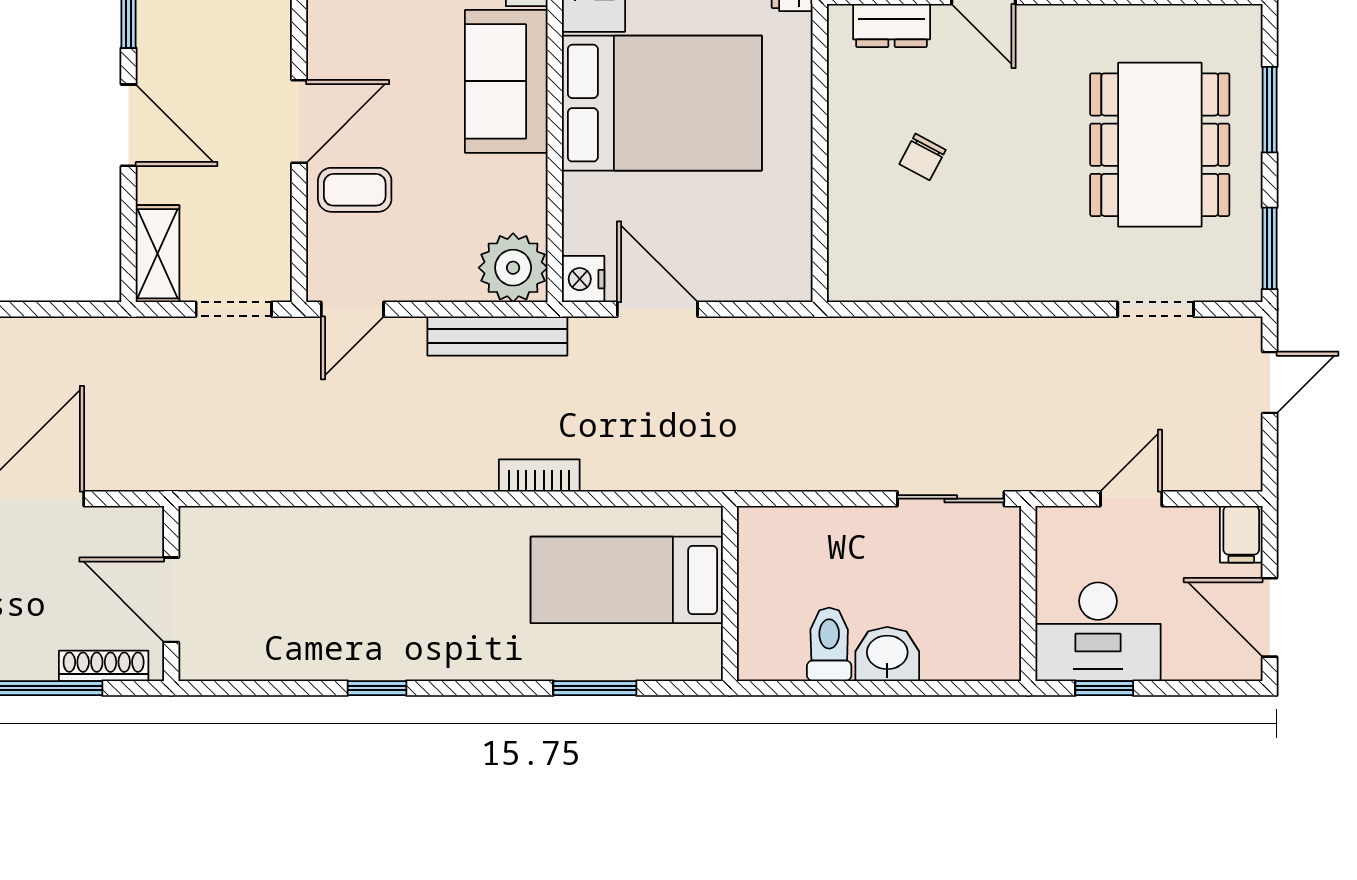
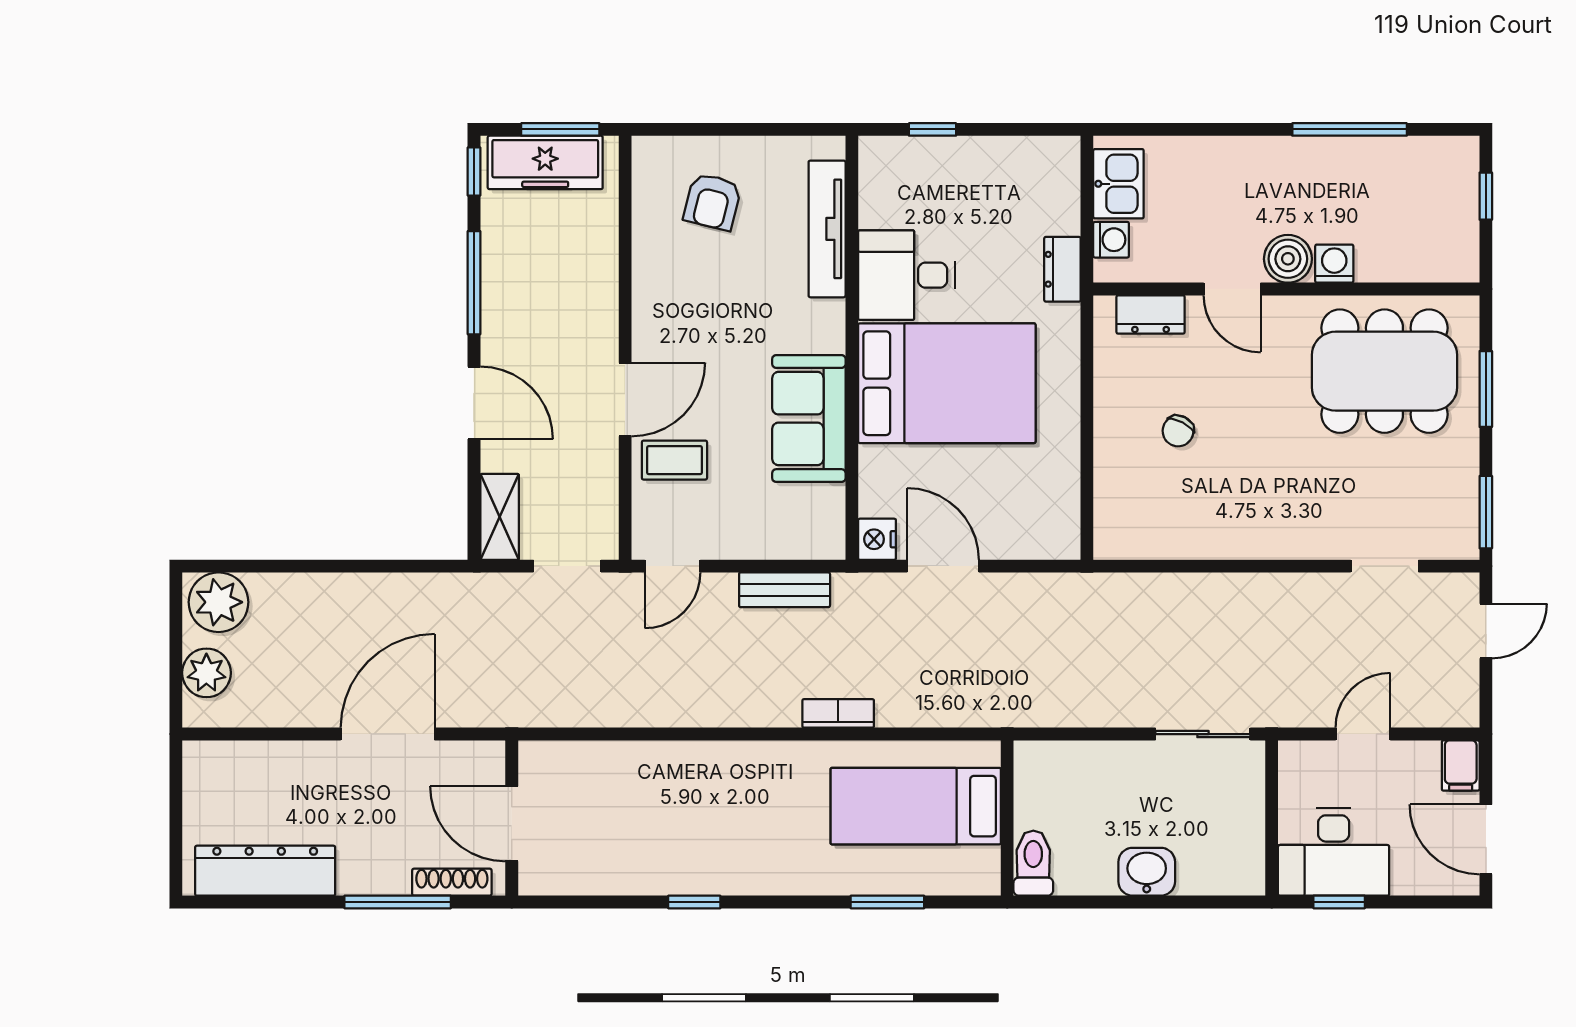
sofa: (506, 81) -> (809, 419), moved
dining table: (1160, 145) -> (1384, 371), moved, turned 90
plant: (513, 268) -> (815, 529), removed
bench: (497, 336) -> (785, 590), width x0.73
toilet: (829, 644) -> (1033, 863), moved

